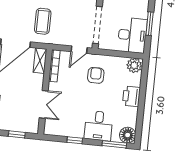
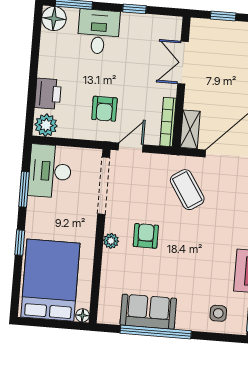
coffee table: (43, 21) -> (187, 190), turned -33
printer: (131, 96) -> (48, 94), moved

